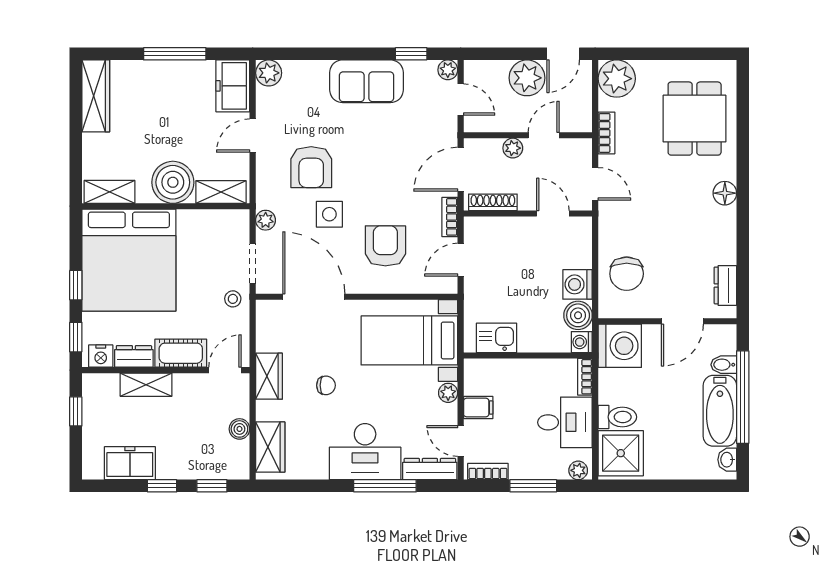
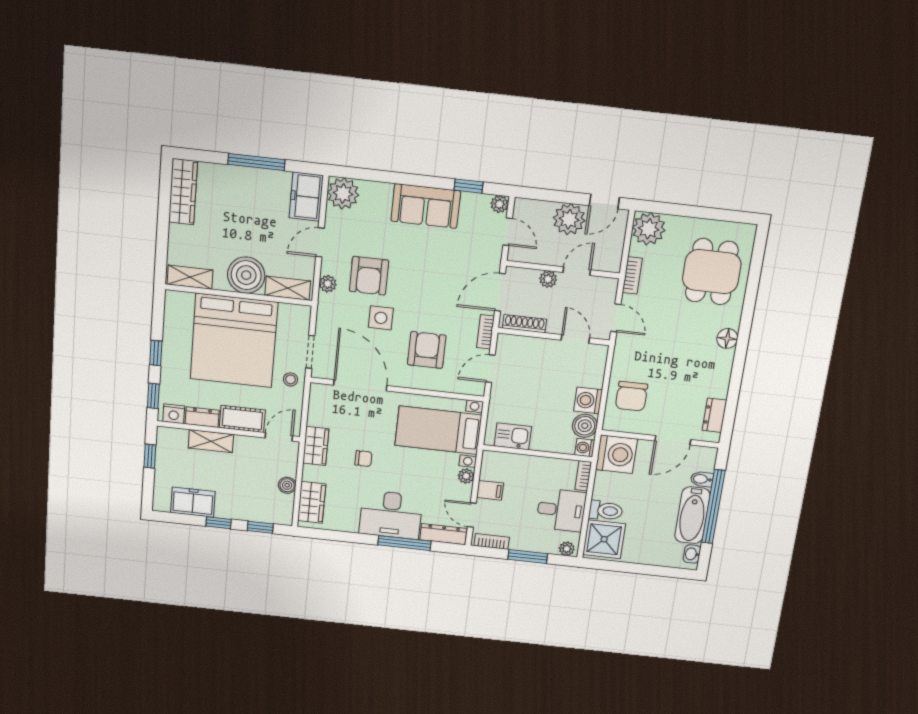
plant: (269, 73) -> (343, 193), width x1.36, depth x1.36
plant: (266, 220) -> (328, 284), moved
bed: (129, 260) -> (234, 341), moved

